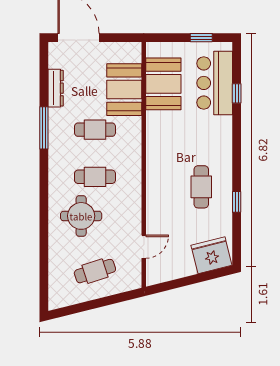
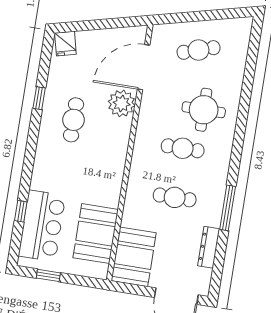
booth: (124, 90) -> (134, 257), moved
plant: (159, 209) -> (122, 103), added
door: (144, 247) -> (144, 67), width x1.87
fridge: (211, 255) -> (65, 44), width x0.53, depth x0.75

